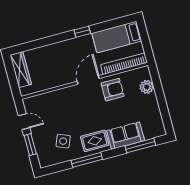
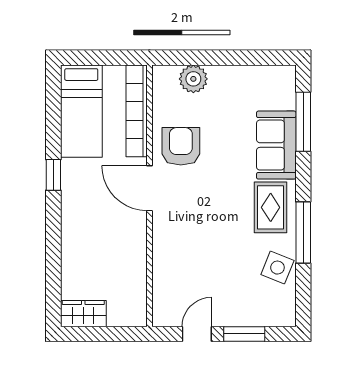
wardrobe: (21, 70) -> (83, 314), width x0.67
side table: (63, 141) -> (277, 268), moved

